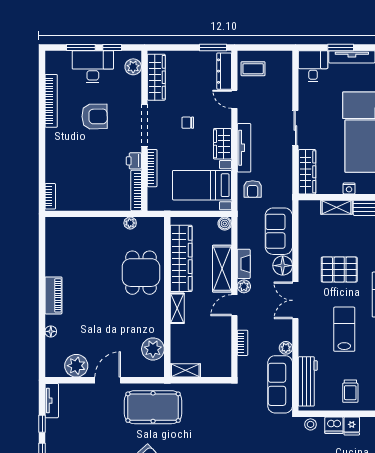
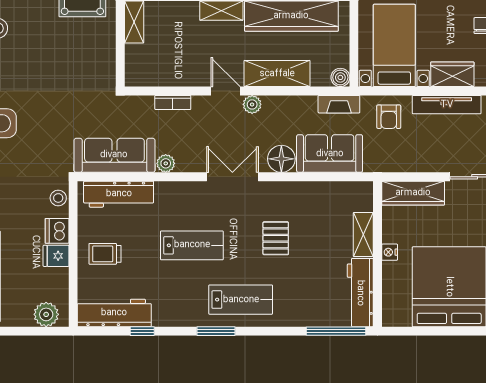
armchair: (253, 189) -> (389, 117), turned -90
fireplace: (244, 264) -> (339, 104), moved
pallet: (339, 270) -> (276, 238), width x0.67, depth x0.71

